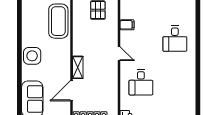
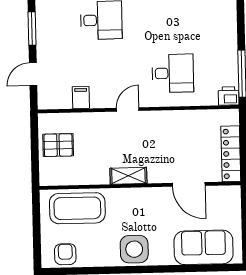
armchair: (30, 13) -> (65, 254), added
shelving: (78, 67) -> (128, 176), moved

